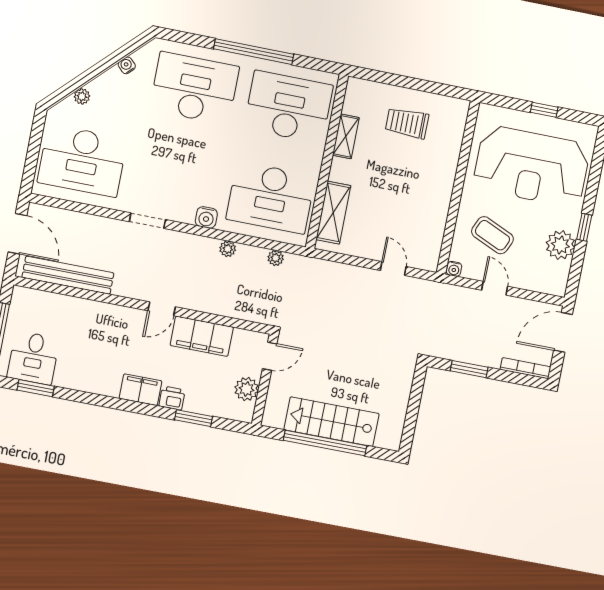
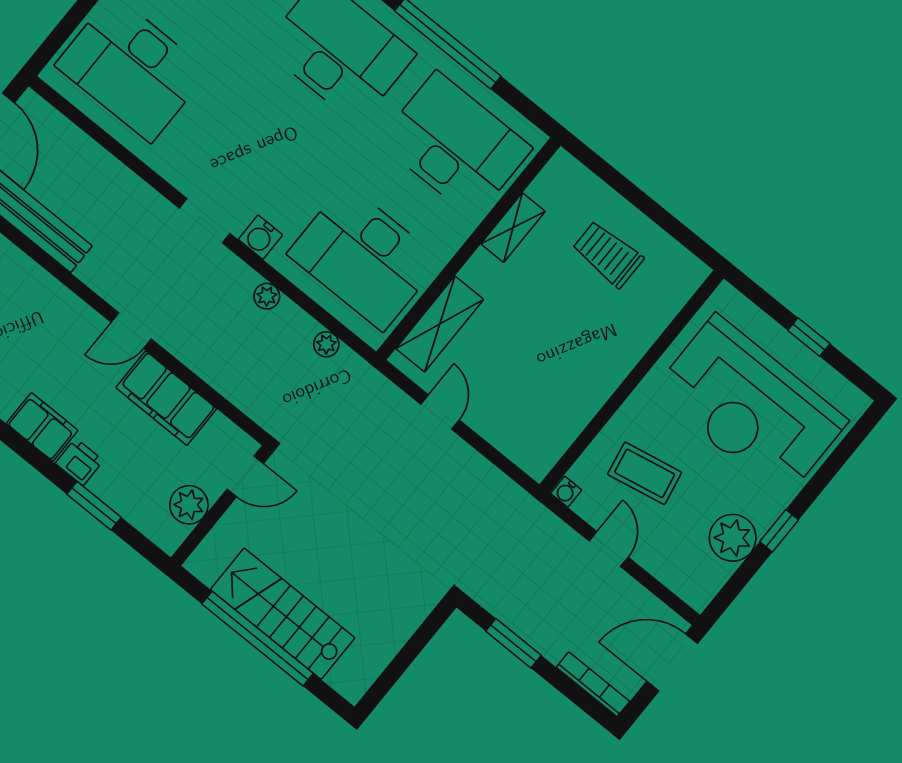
doorway: (147, 221) -> (205, 221), moved
coffee table: (492, 235) -> (645, 473), turned -35
door: (393, 269) -> (440, 412), moved

